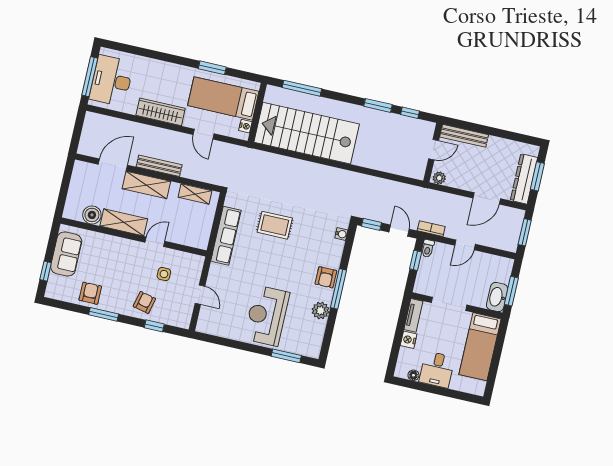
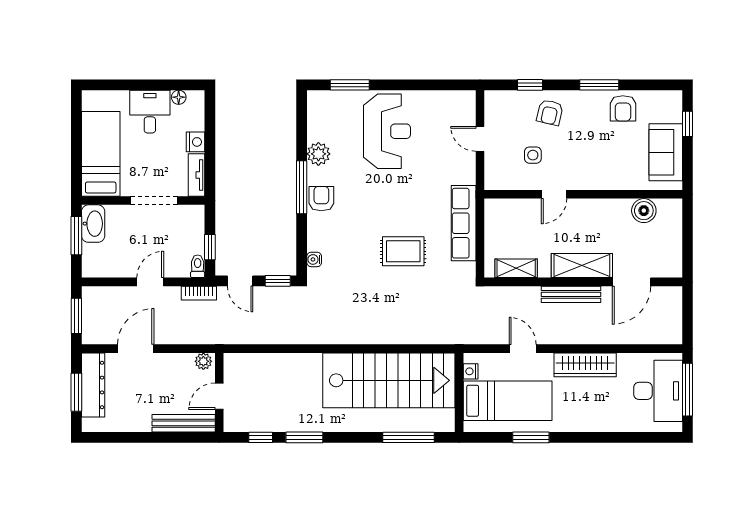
shelving: (124, 222) -> (600, 210), removed

